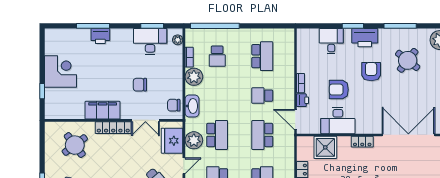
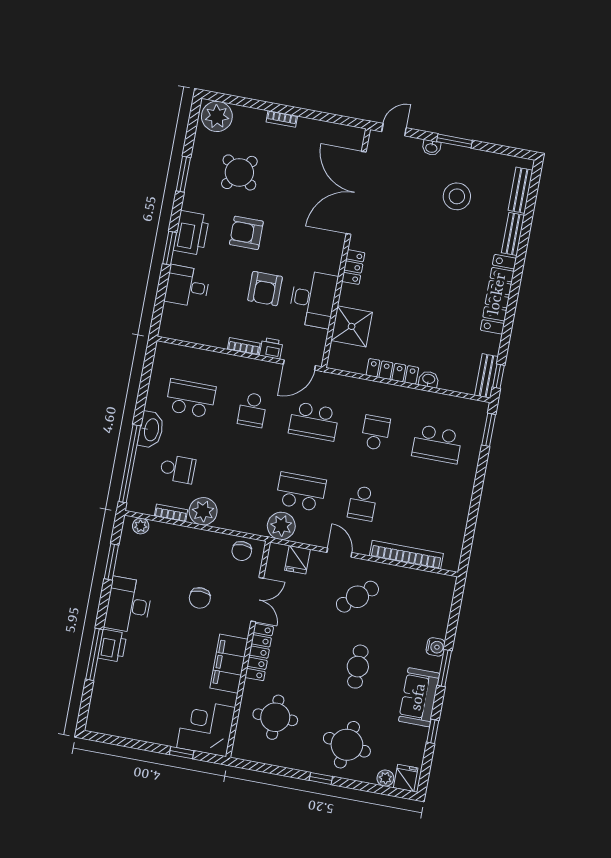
window: (400, 26) -> (183, 174), width x0.69
desk: (150, 41) -> (128, 605), moved
corner desk: (60, 71) -> (206, 728), moved
washbasin: (192, 106) -> (151, 430), moved, turned 90
plant: (194, 140) -> (281, 526), moved
fridge: (172, 141) -> (297, 560), width x0.53, depth x0.75
round table: (75, 145) -> (275, 717), turned 37

